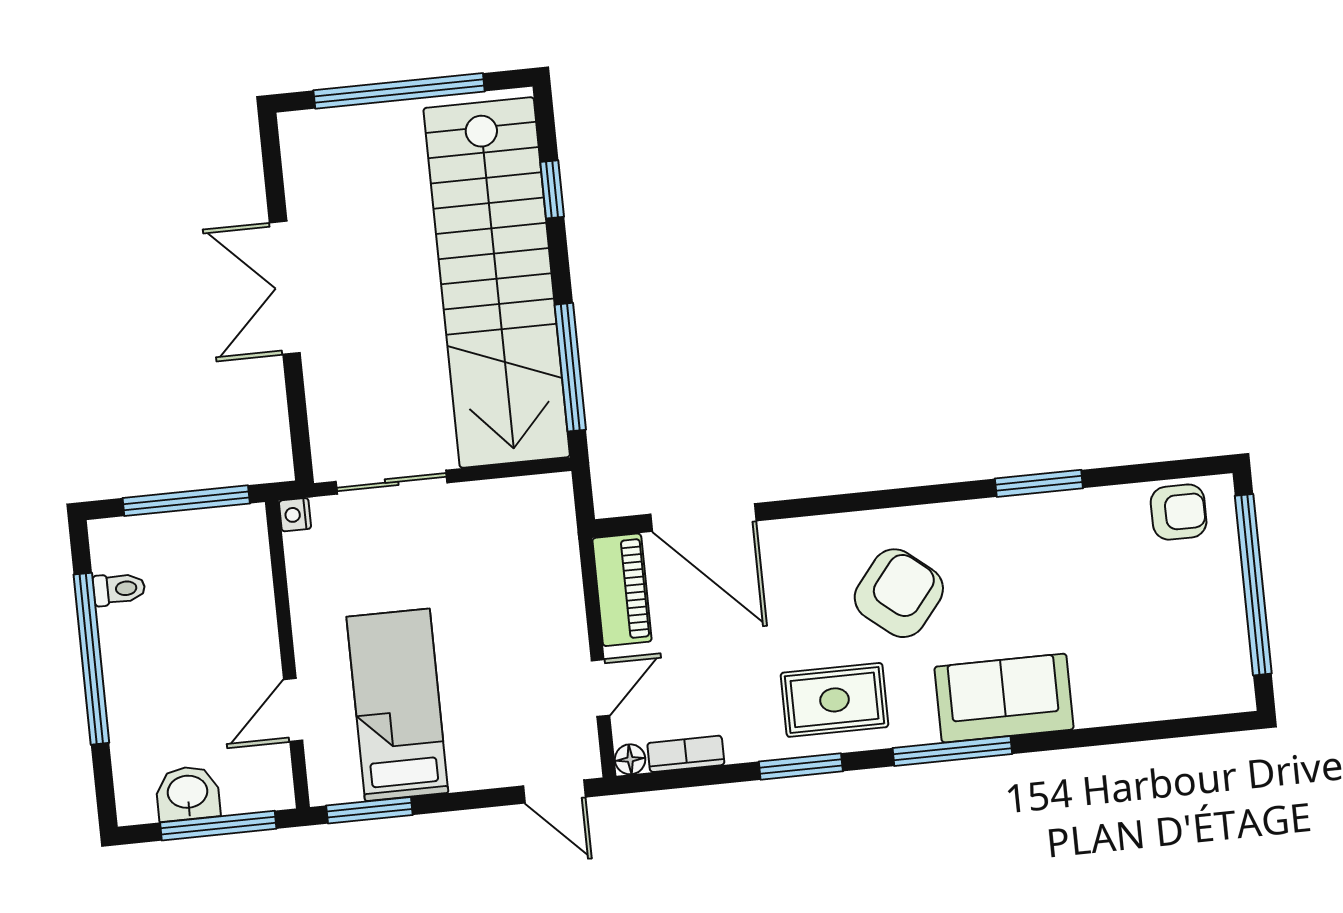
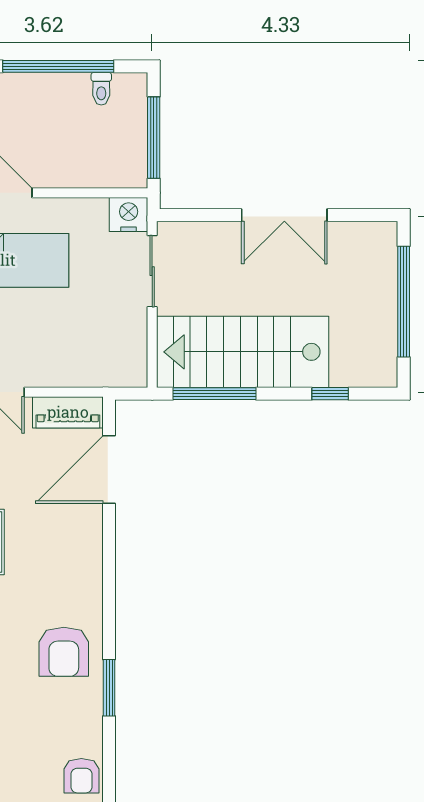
stairs: (497, 283) -> (243, 352), width x0.73
double door: (285, 288) -> (284, 215), swing flipped
nightstand: (295, 515) -> (129, 214), width x1.89, depth x1.79
armchair: (899, 593) -> (64, 652), moved, turned 51

